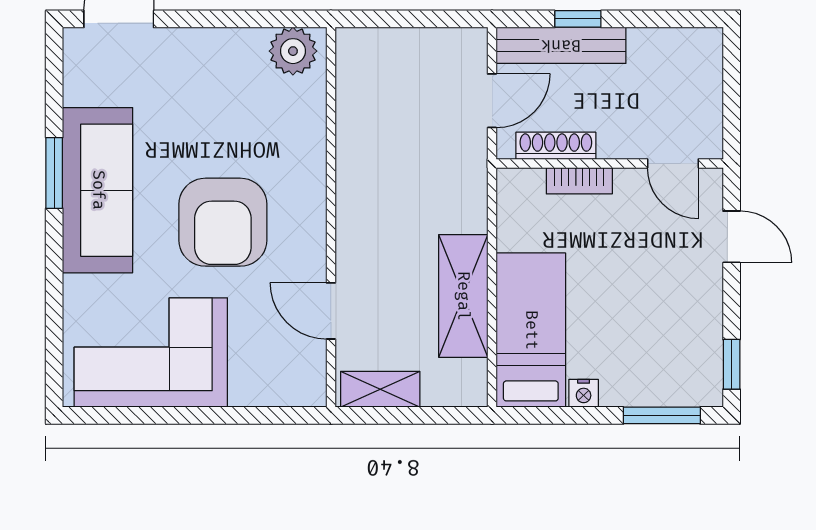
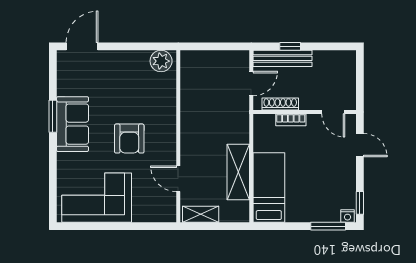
sofa: (98, 190) -> (72, 124), width x0.73
armchair: (223, 222) -> (129, 139), width x0.73, depth x0.73
nightstand: (584, 393) -> (347, 216), moved

